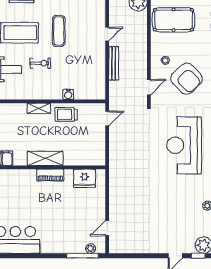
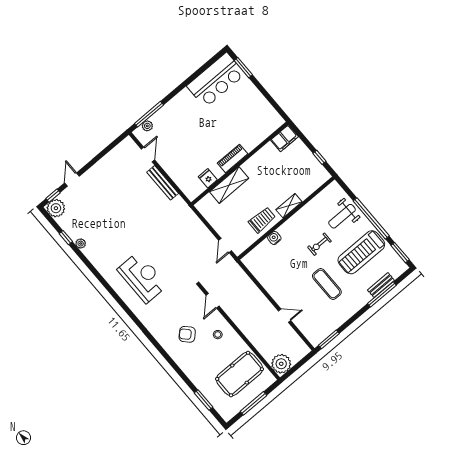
door: (107, 34) -> (285, 316), swing flipped
bench: (114, 63) -> (163, 183), moved
armchair: (187, 79) -> (187, 334), width x0.53, depth x0.53
reception desk: (184, 145) -> (142, 277), width x0.74, depth x0.77
shelving: (45, 158) -> (229, 185), moved
fridge: (85, 178) -> (208, 178), width x0.53, depth x0.75

